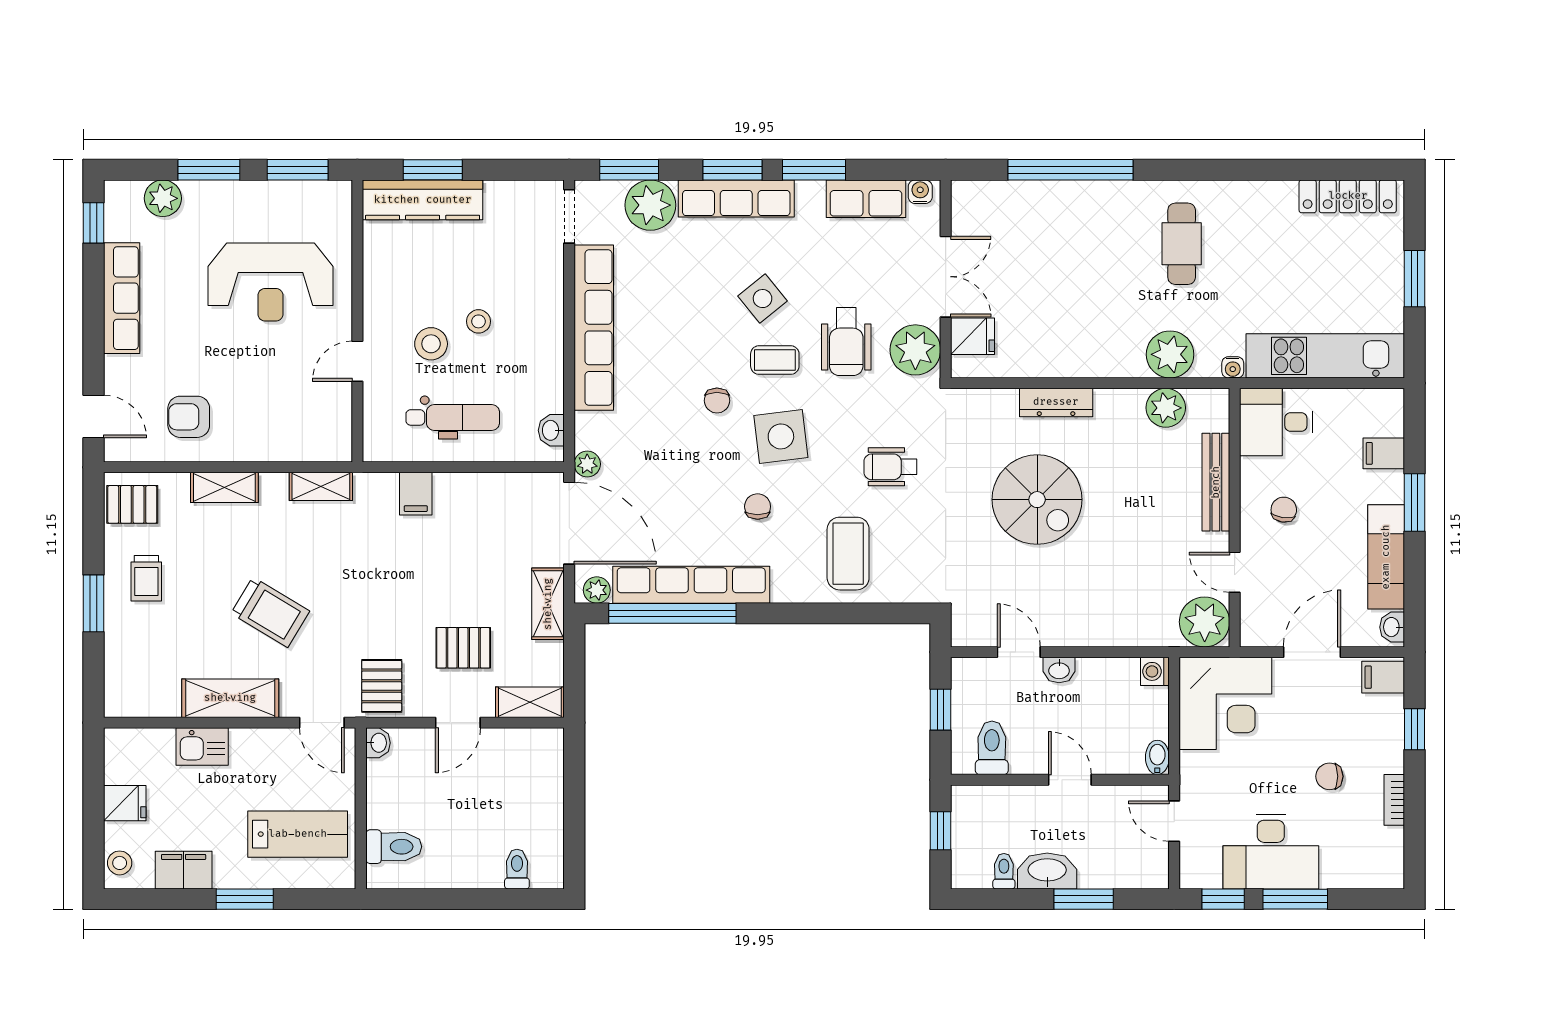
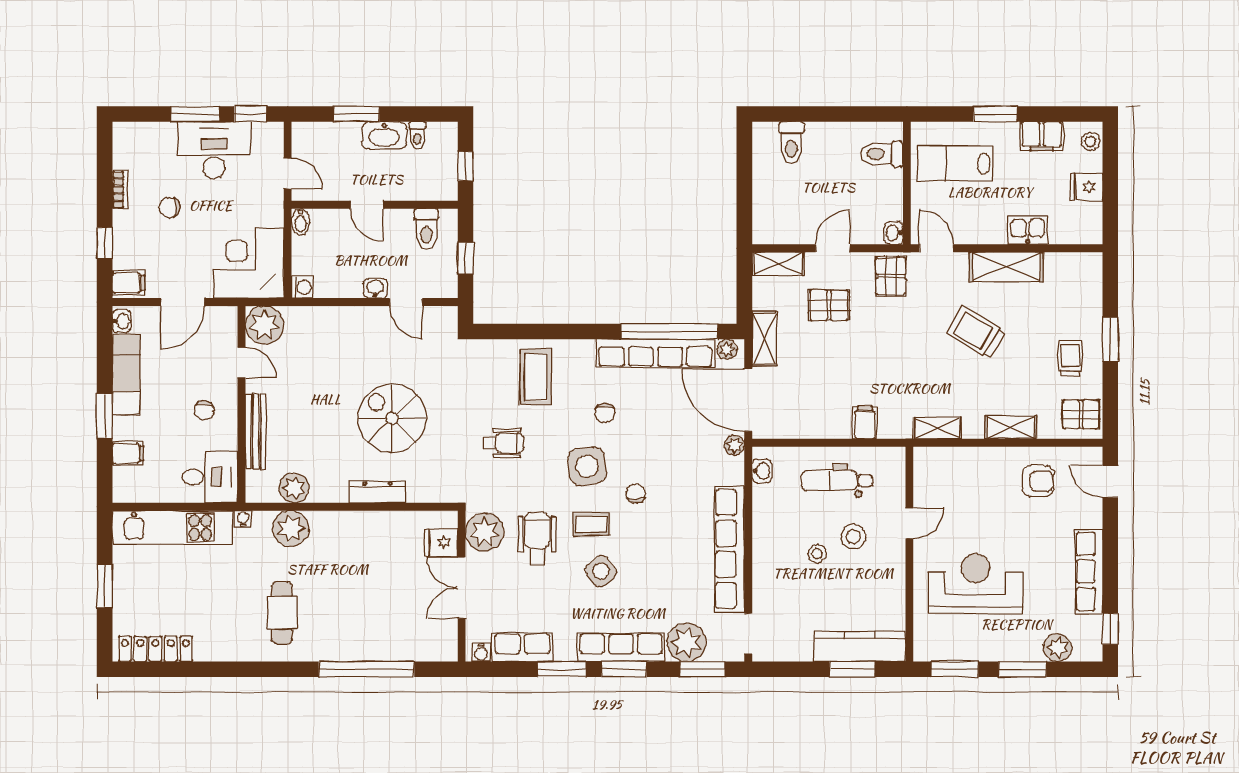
chair: (1329, 776) -> (169, 207), turned 180
toilet: (517, 869) -> (791, 143), width x1.37, depth x1.39

